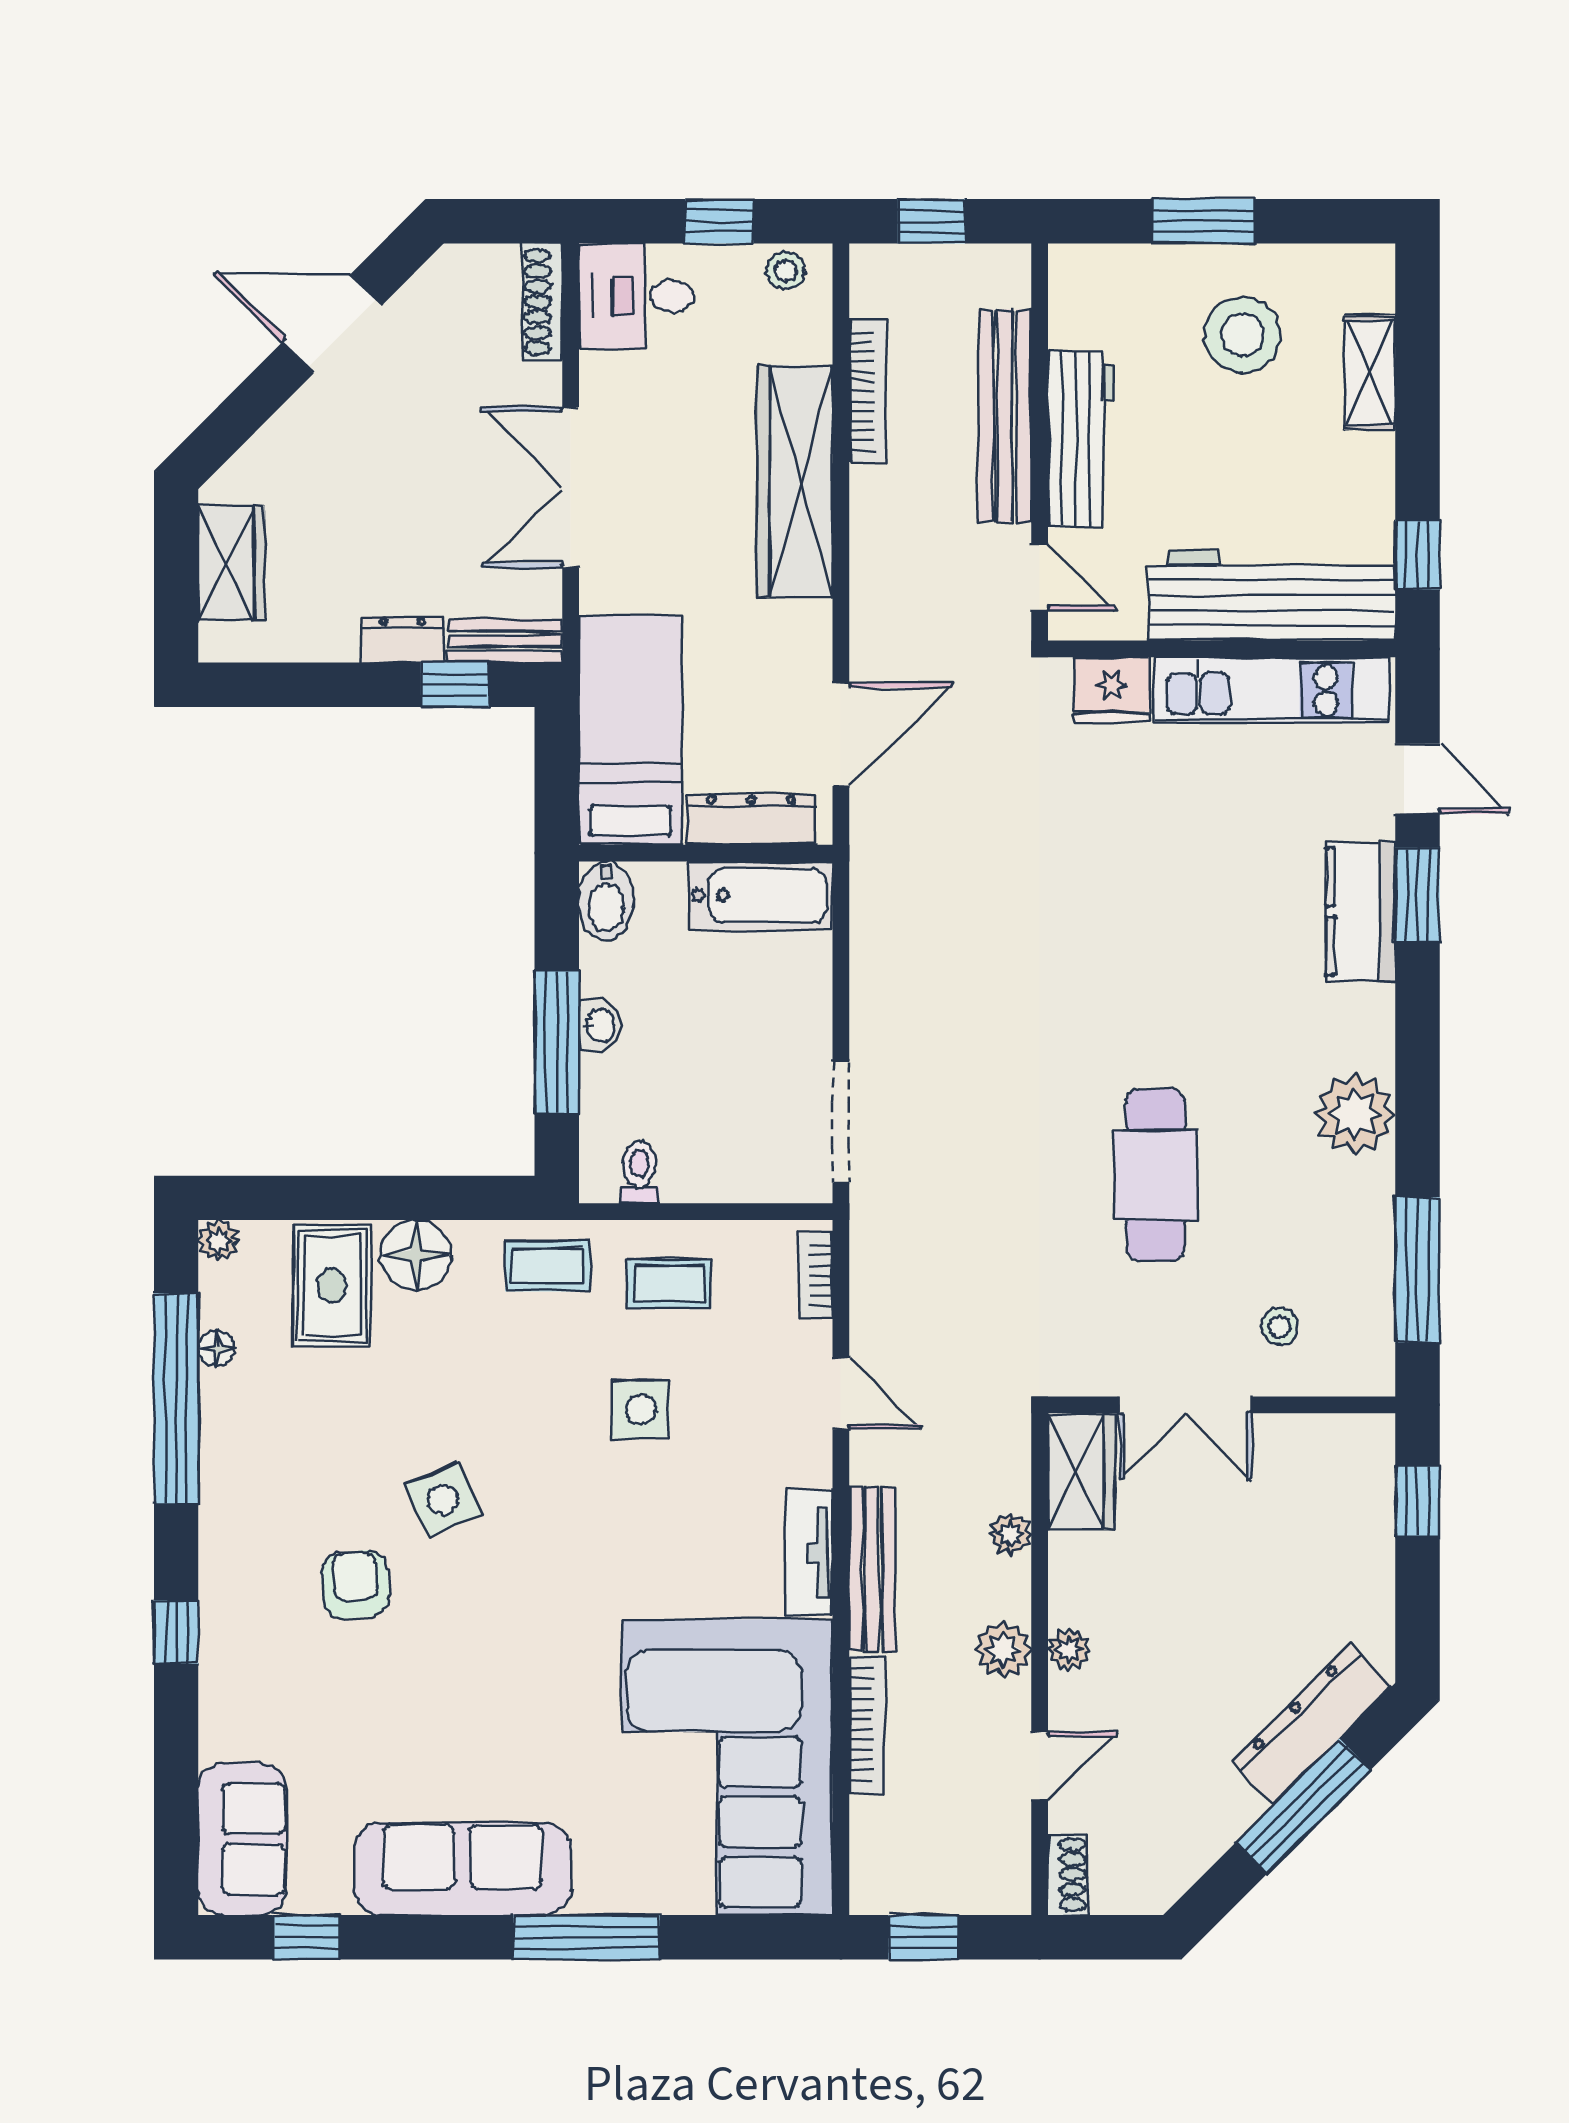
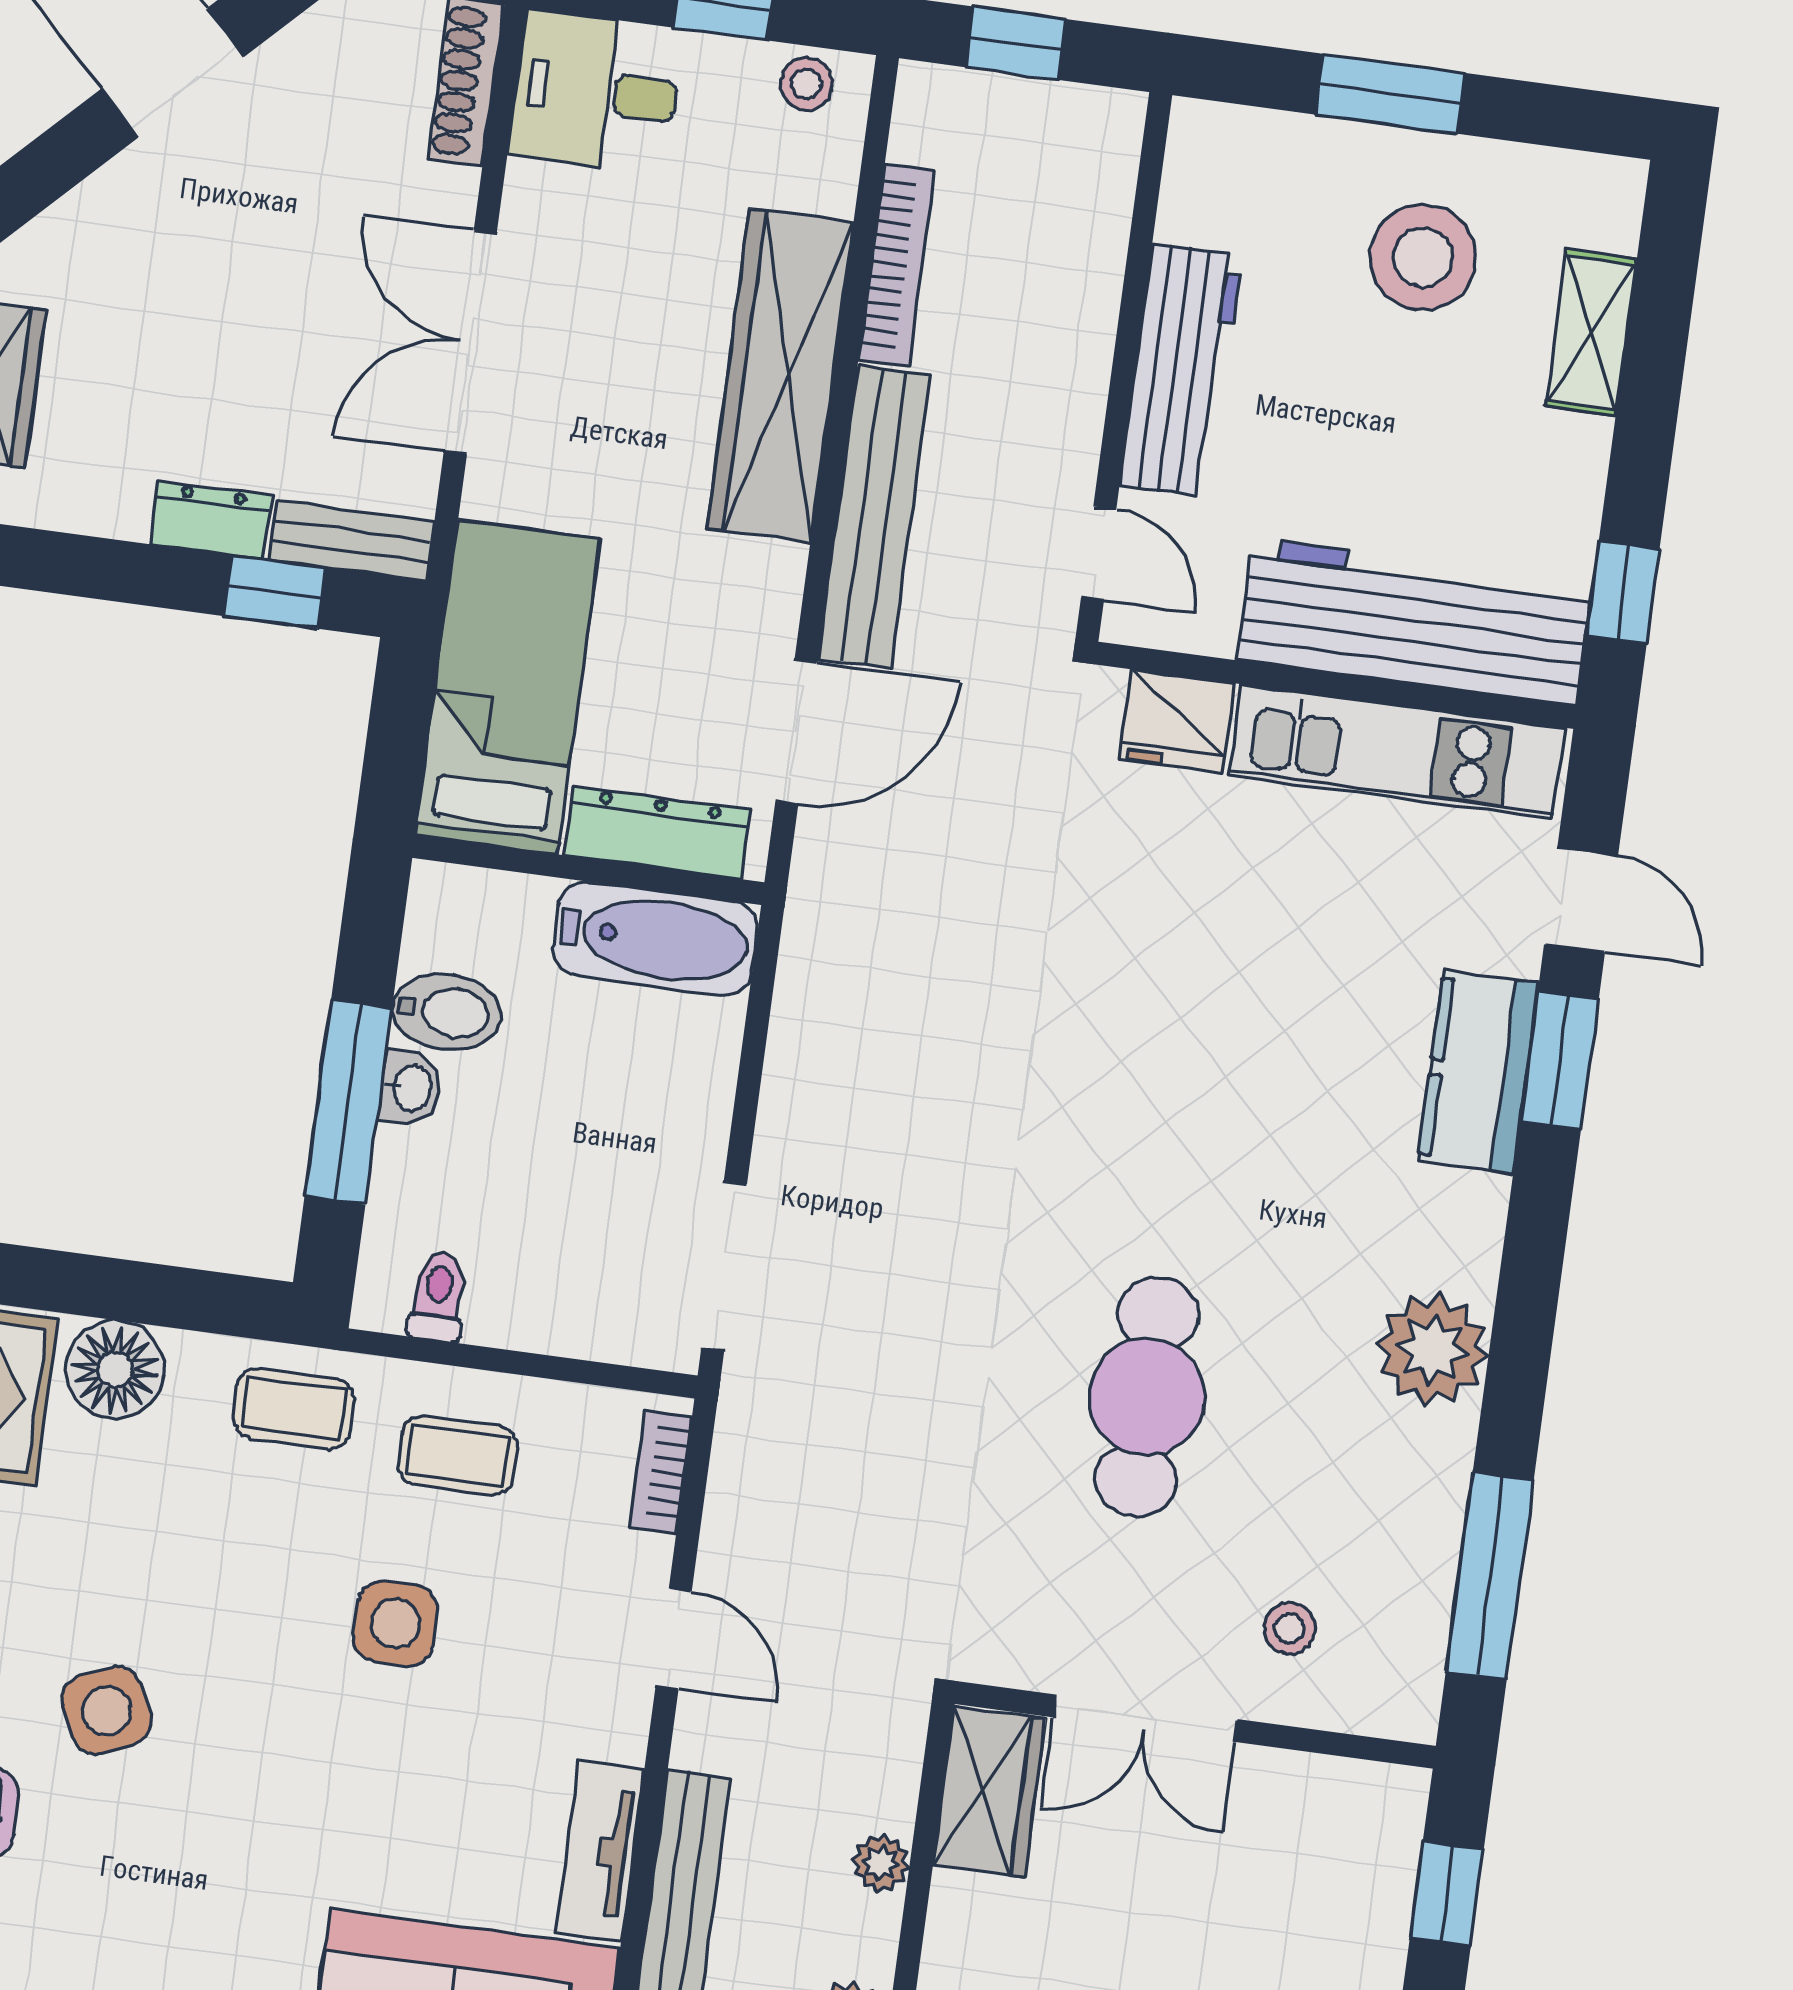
bench: (1005, 416) -> (874, 517), moved
bidet: (606, 901) -> (447, 1012), moved, turned -90

